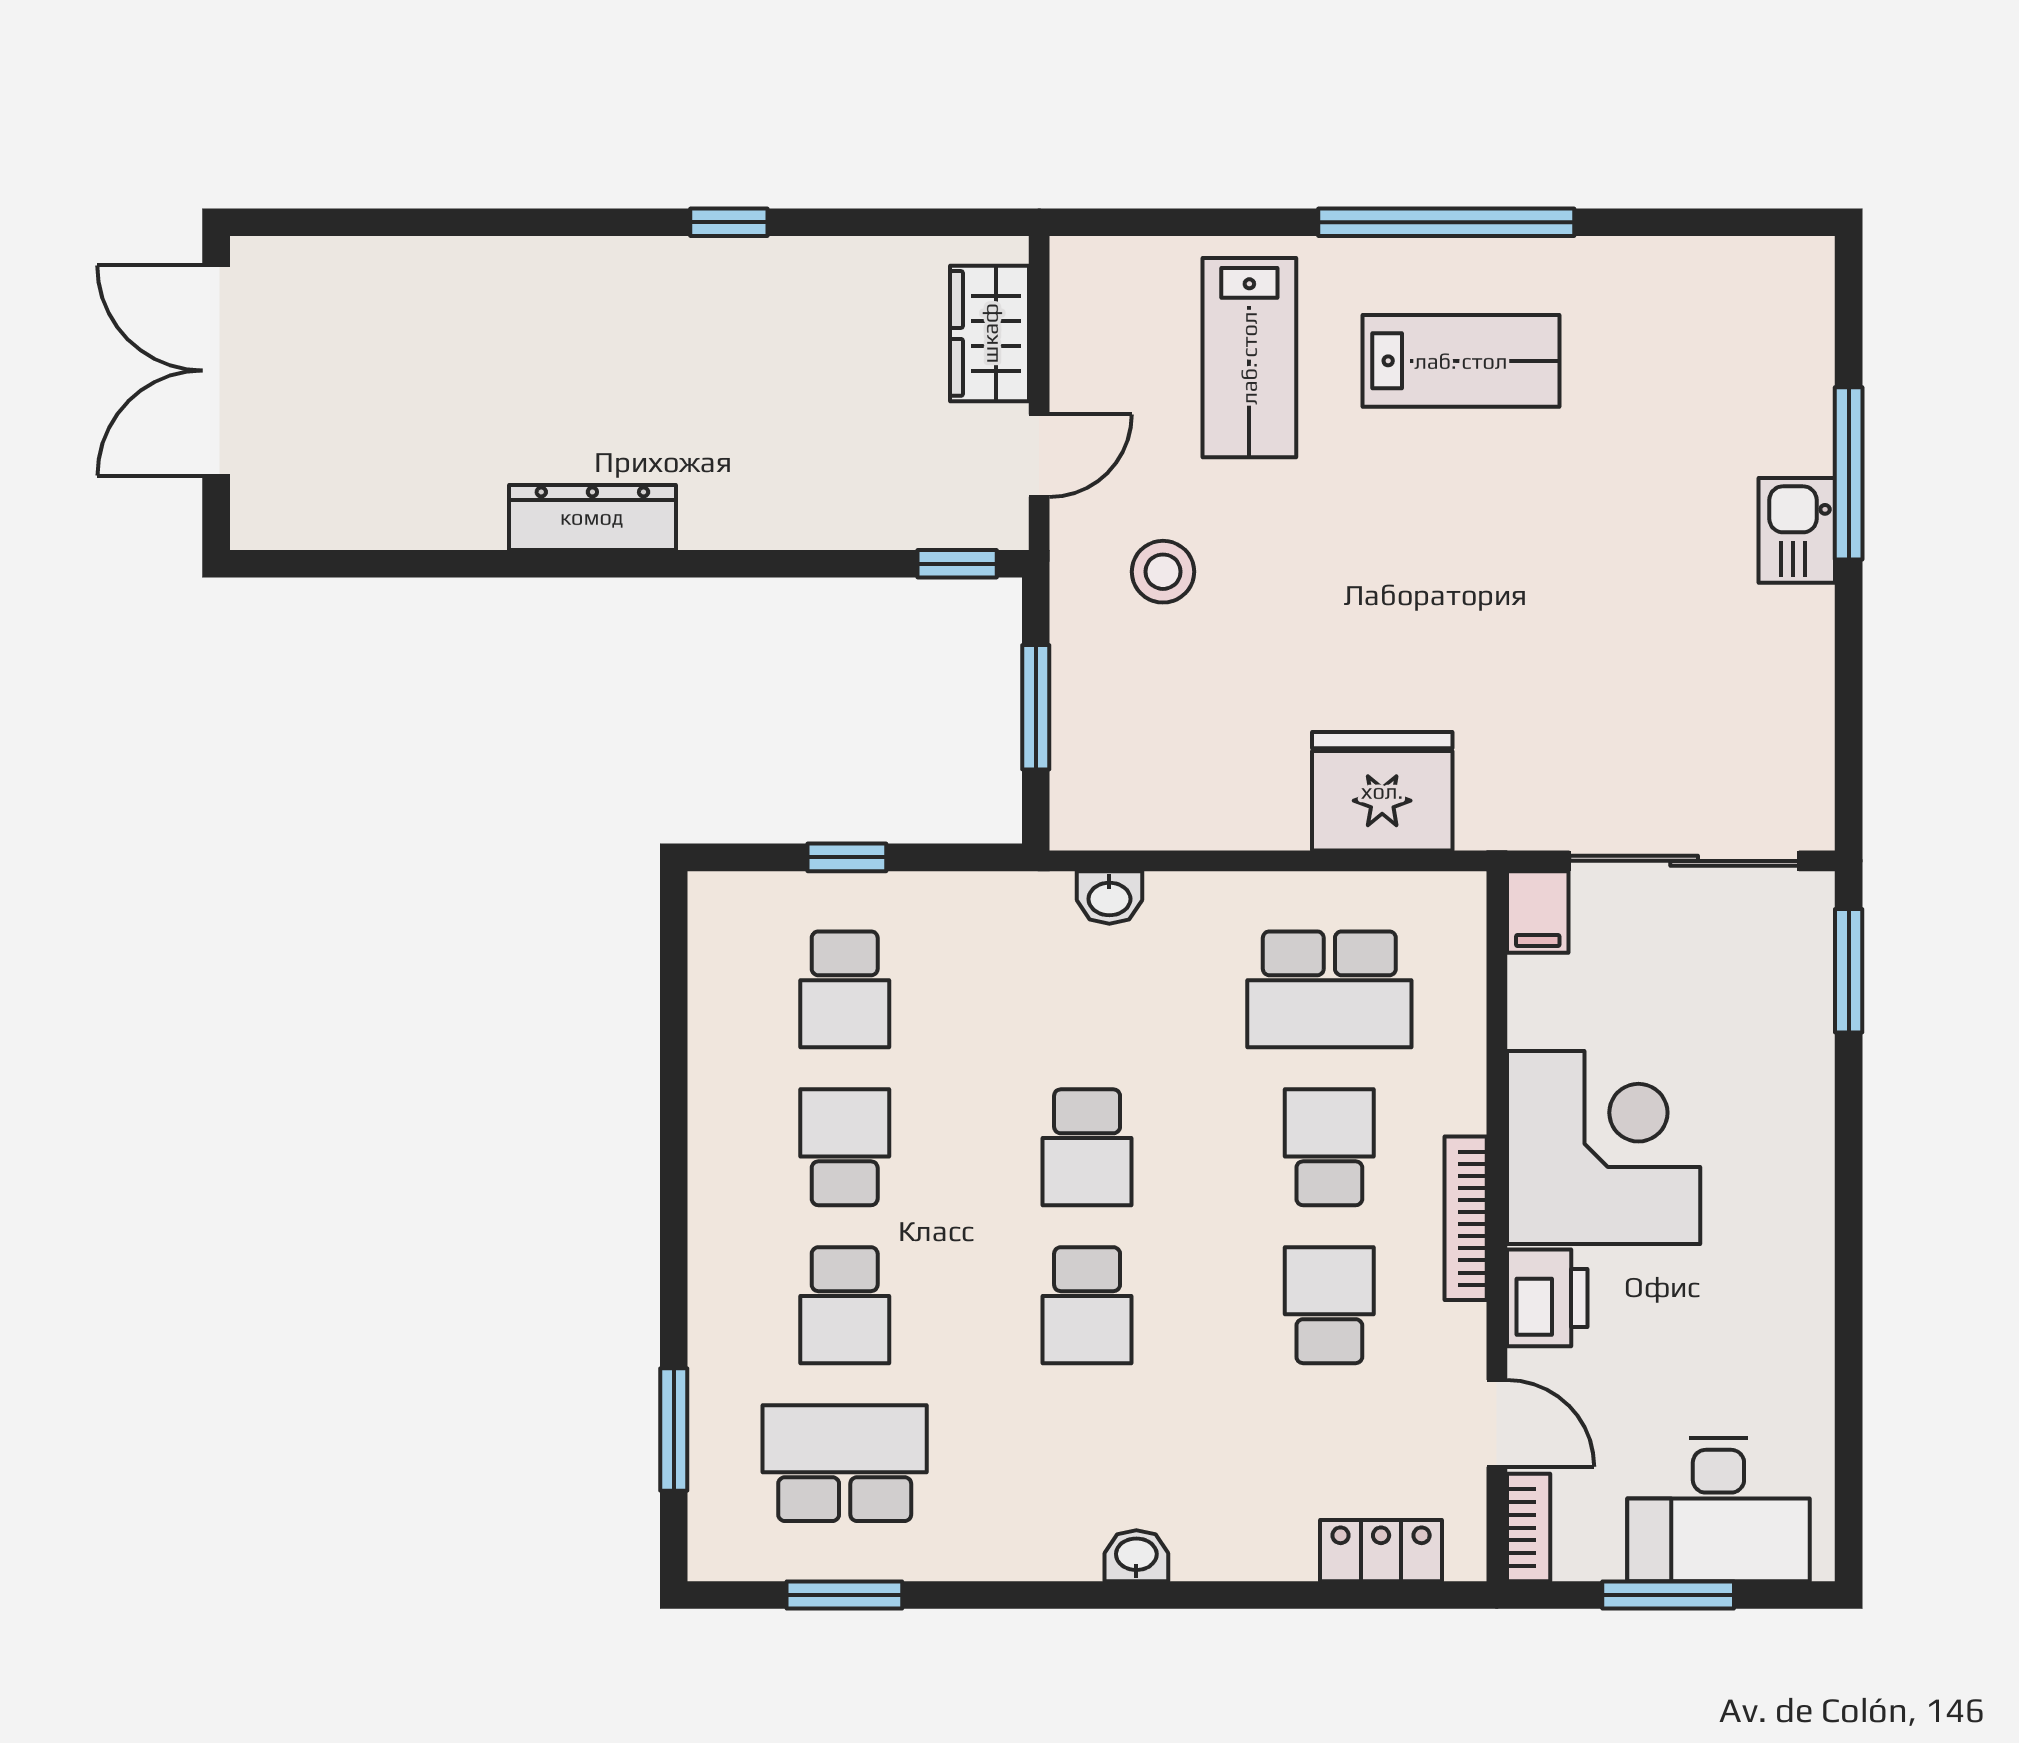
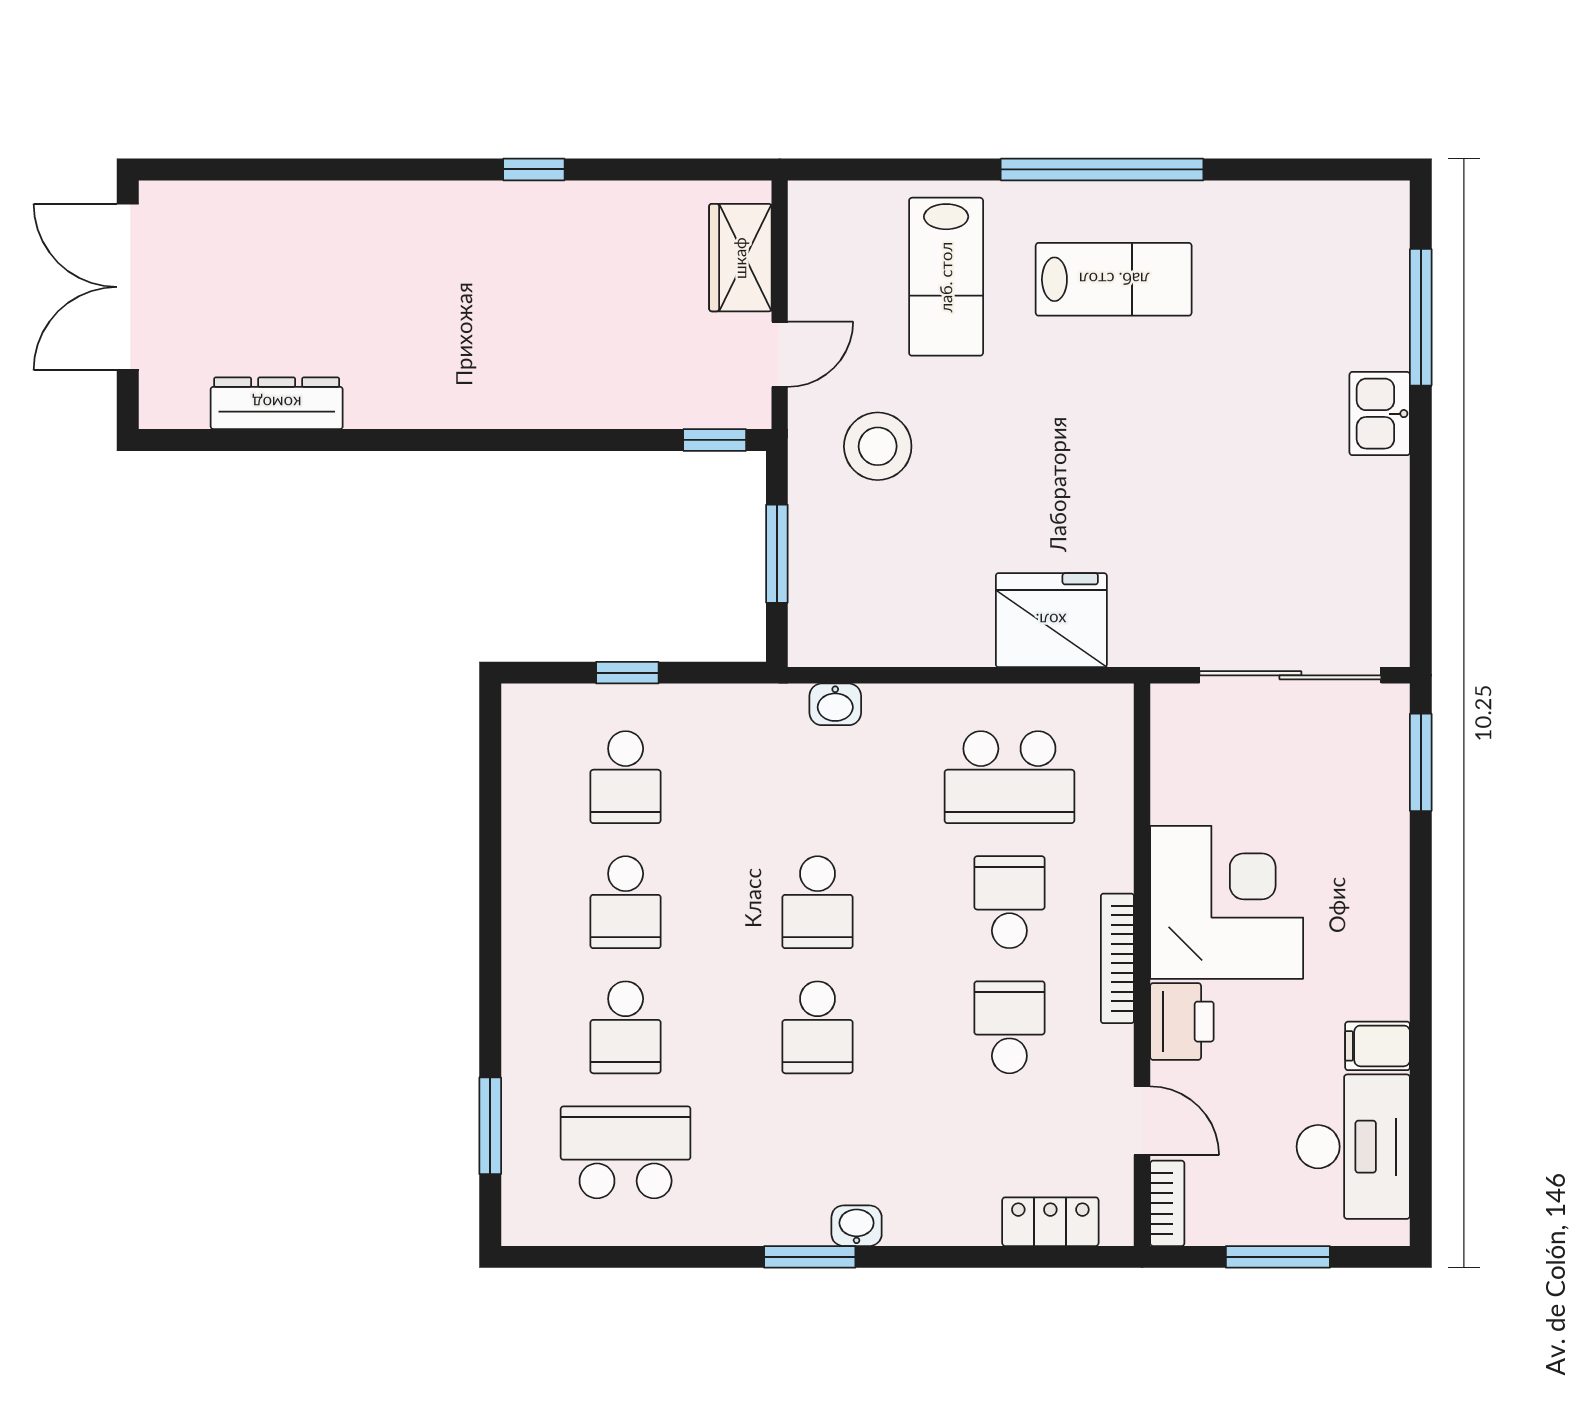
window: (1849, 473) -> (1421, 317), moved
dresser: (592, 517) -> (277, 403), moved
stool: (1163, 572) -> (878, 446), width x1.38, depth x1.38
filing cabinet: (1538, 912) -> (1378, 1046), moved, turned 90
school desk: (845, 1147) -> (626, 902), turned 180
desk: (1718, 1510) -> (1353, 1147), moved, turned -90
window: (844, 1595) -> (810, 1257), moved

